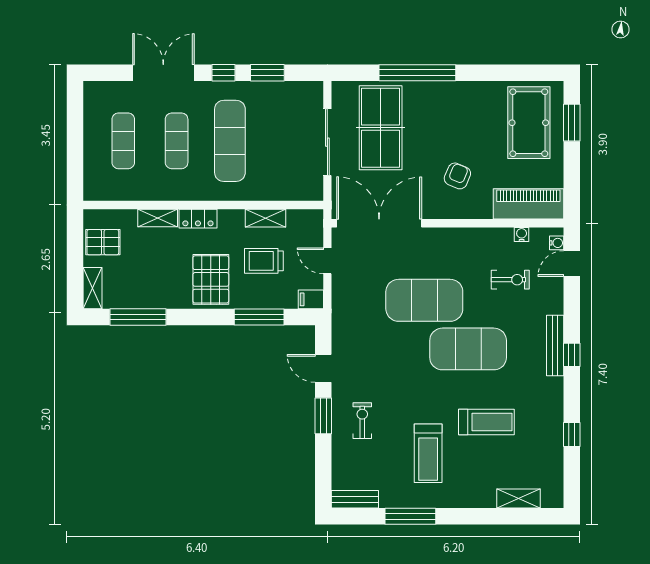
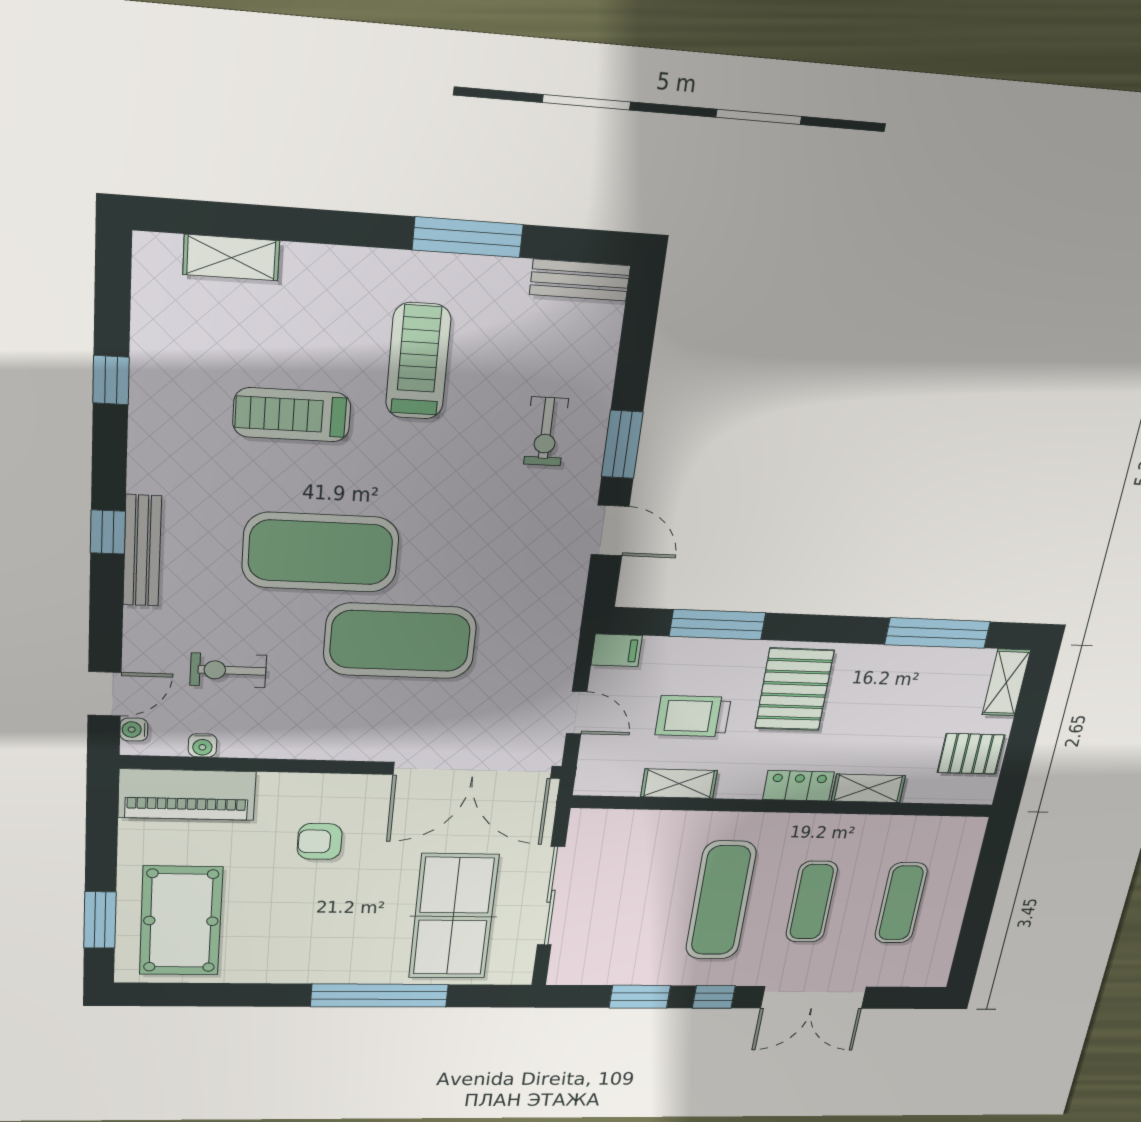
armchair: (457, 176) -> (320, 841), turned 67
trolley: (264, 261) -> (693, 716), turned 180

